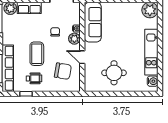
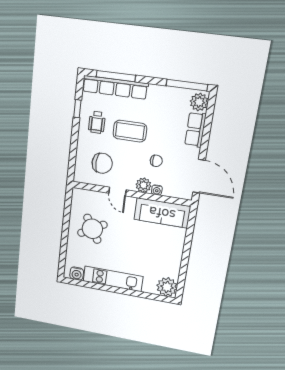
door: (82, 57) -> (117, 192), swing flipped
chair: (63, 71) -> (102, 163), turned -97
round table: (114, 73) -> (92, 229), turned -30

